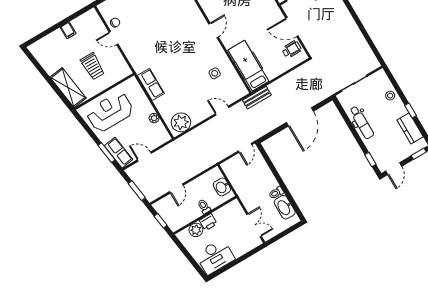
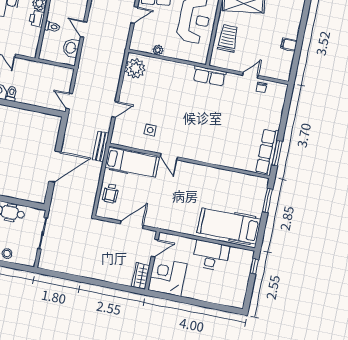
door: (214, 30) -> (169, 157), moved
wheelchair: (292, 49) -> (111, 194), moved
trolley: (93, 66) -> (228, 38), moved, turned 90
row of seats: (151, 84) -> (209, 76), moved
door: (300, 117) -> (55, 167), swing flipped
washbasin: (222, 187) -> (71, 48), moved, turned -90
door: (176, 188) -> (84, 29), moved

